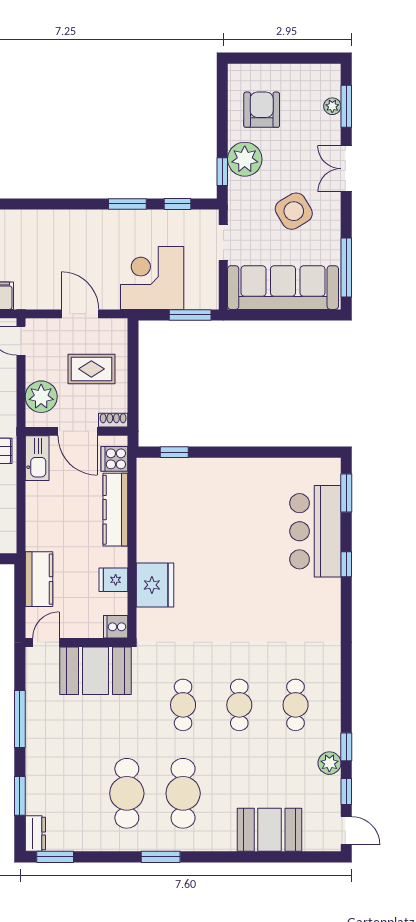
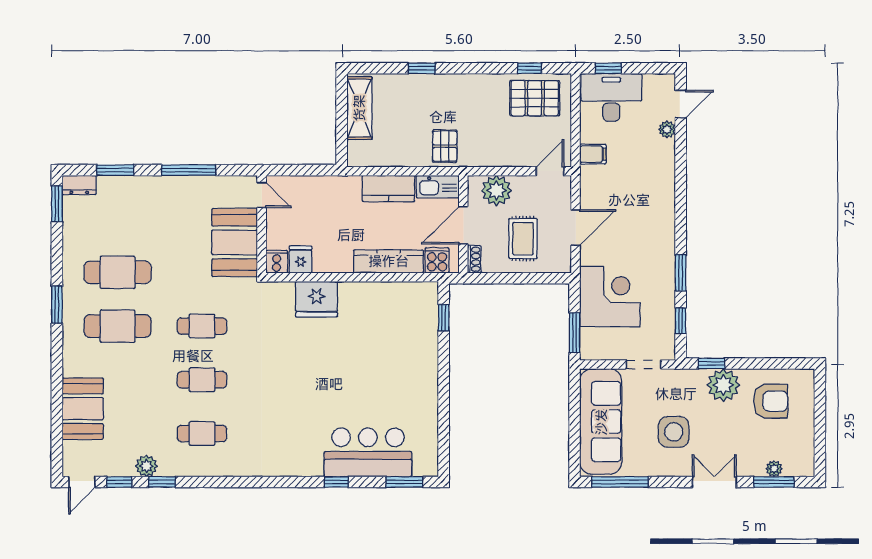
side table: (294, 211) -> (674, 432), turned 31
kitchen counter: (39, 579) -> (388, 188), moved
fridge: (113, 580) -> (300, 259), moved

